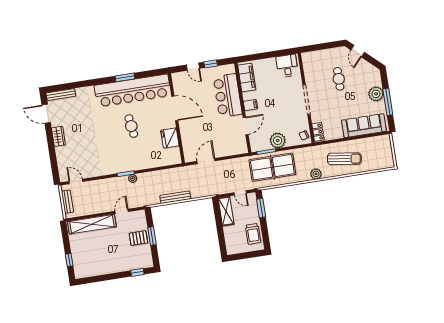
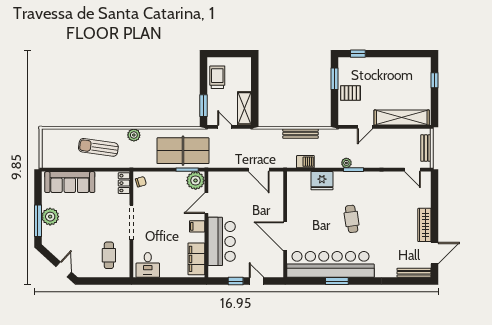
cafe table: (339, 79) -> (109, 255), moved
window: (388, 102) -> (38, 221), moved
door: (46, 114) -> (434, 253), hinge flipped
cafe table: (131, 126) -> (352, 219), moved
wardrobe: (58, 136) -> (424, 225), width x1.50
fridge: (170, 138) -> (322, 181), moved, turned 90
plant: (278, 141) -> (196, 181), moved
door: (206, 161) -> (259, 170), hinge flipped
barbecue: (167, 174) -> (305, 162), added
window: (152, 236) -> (334, 79), moved

